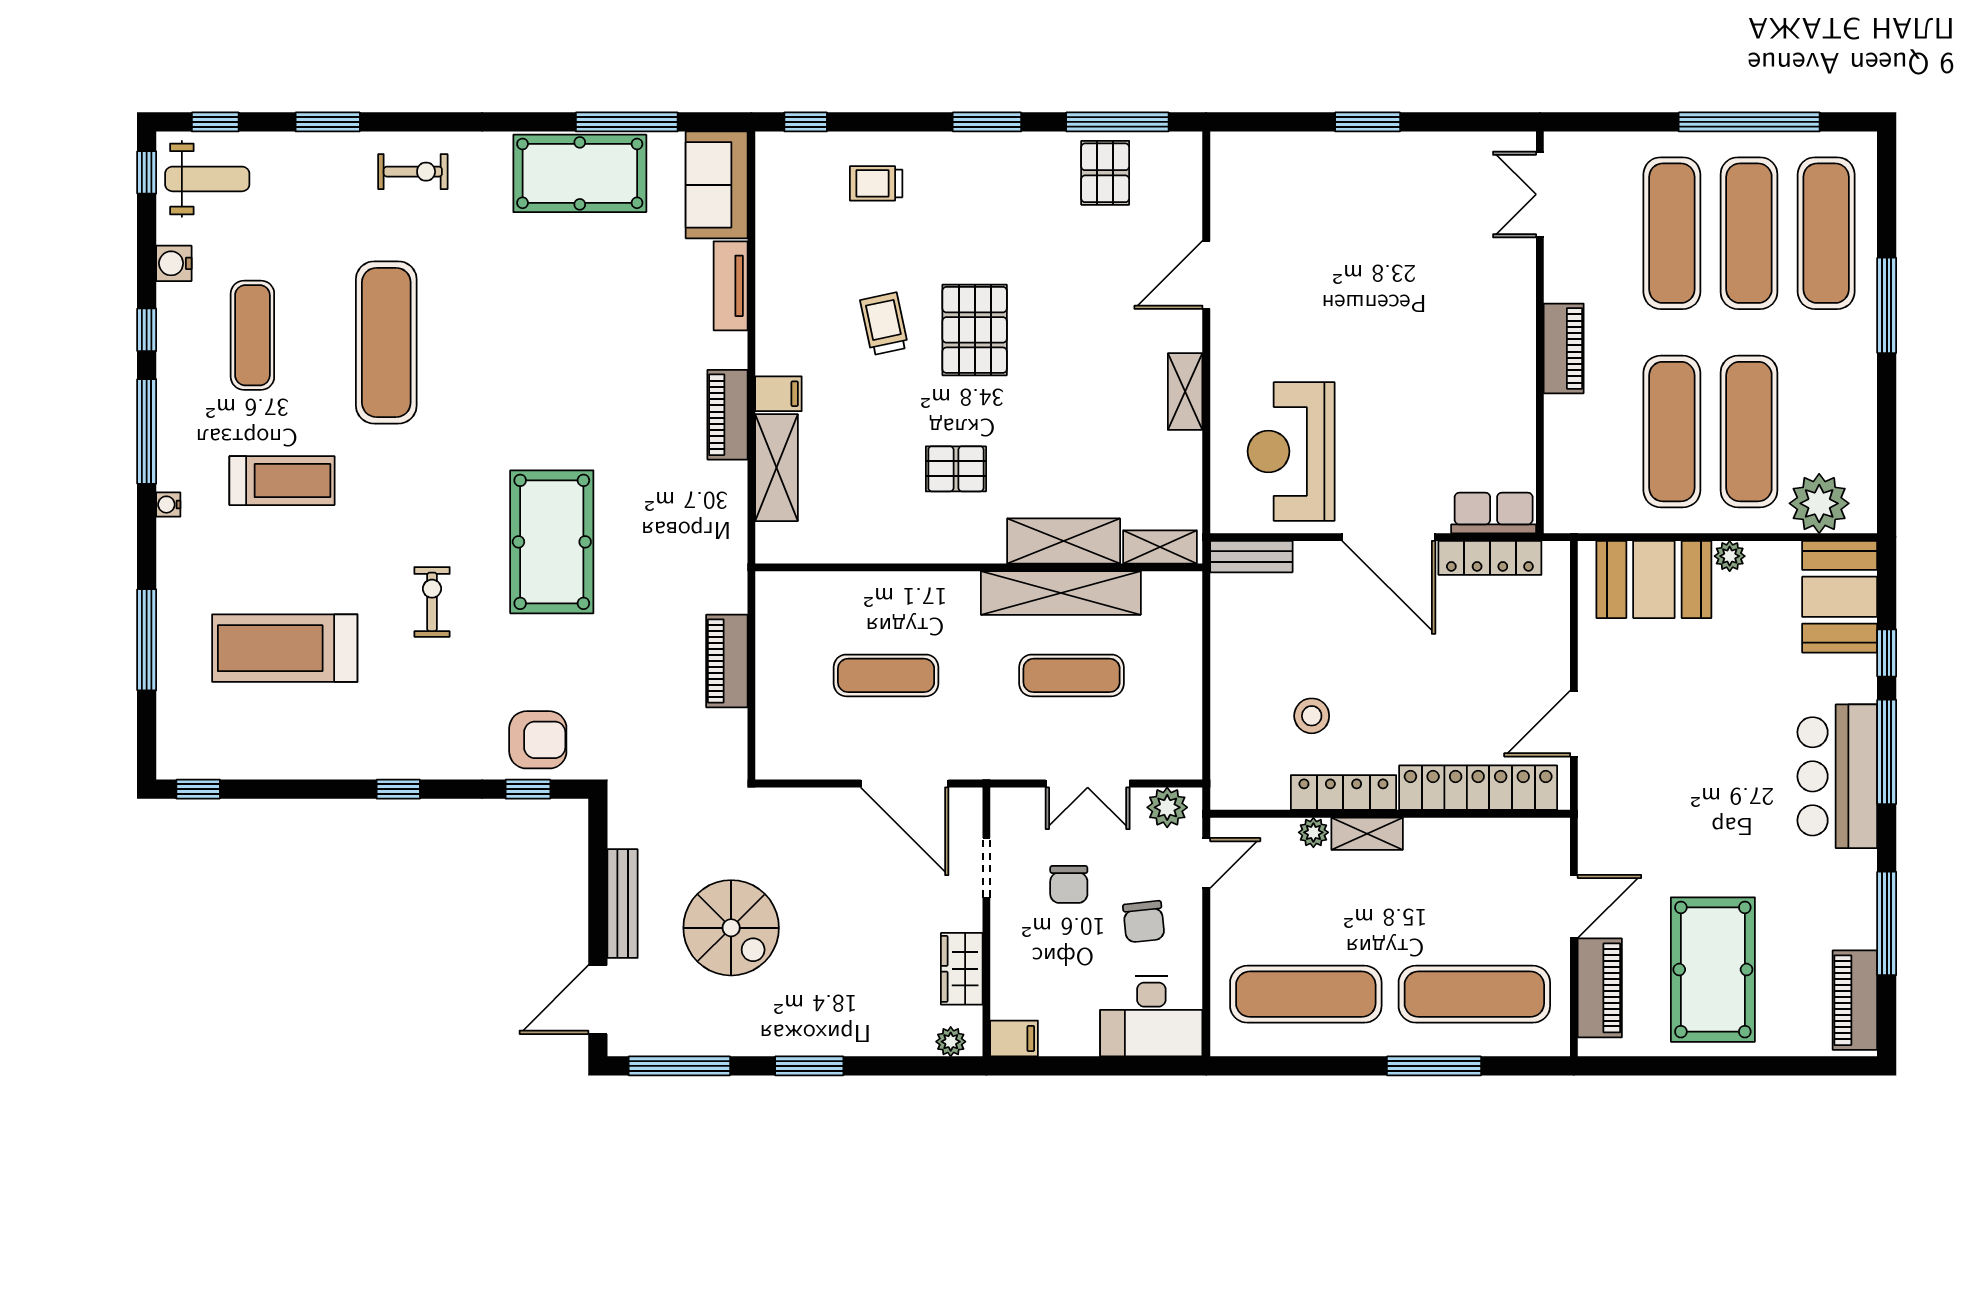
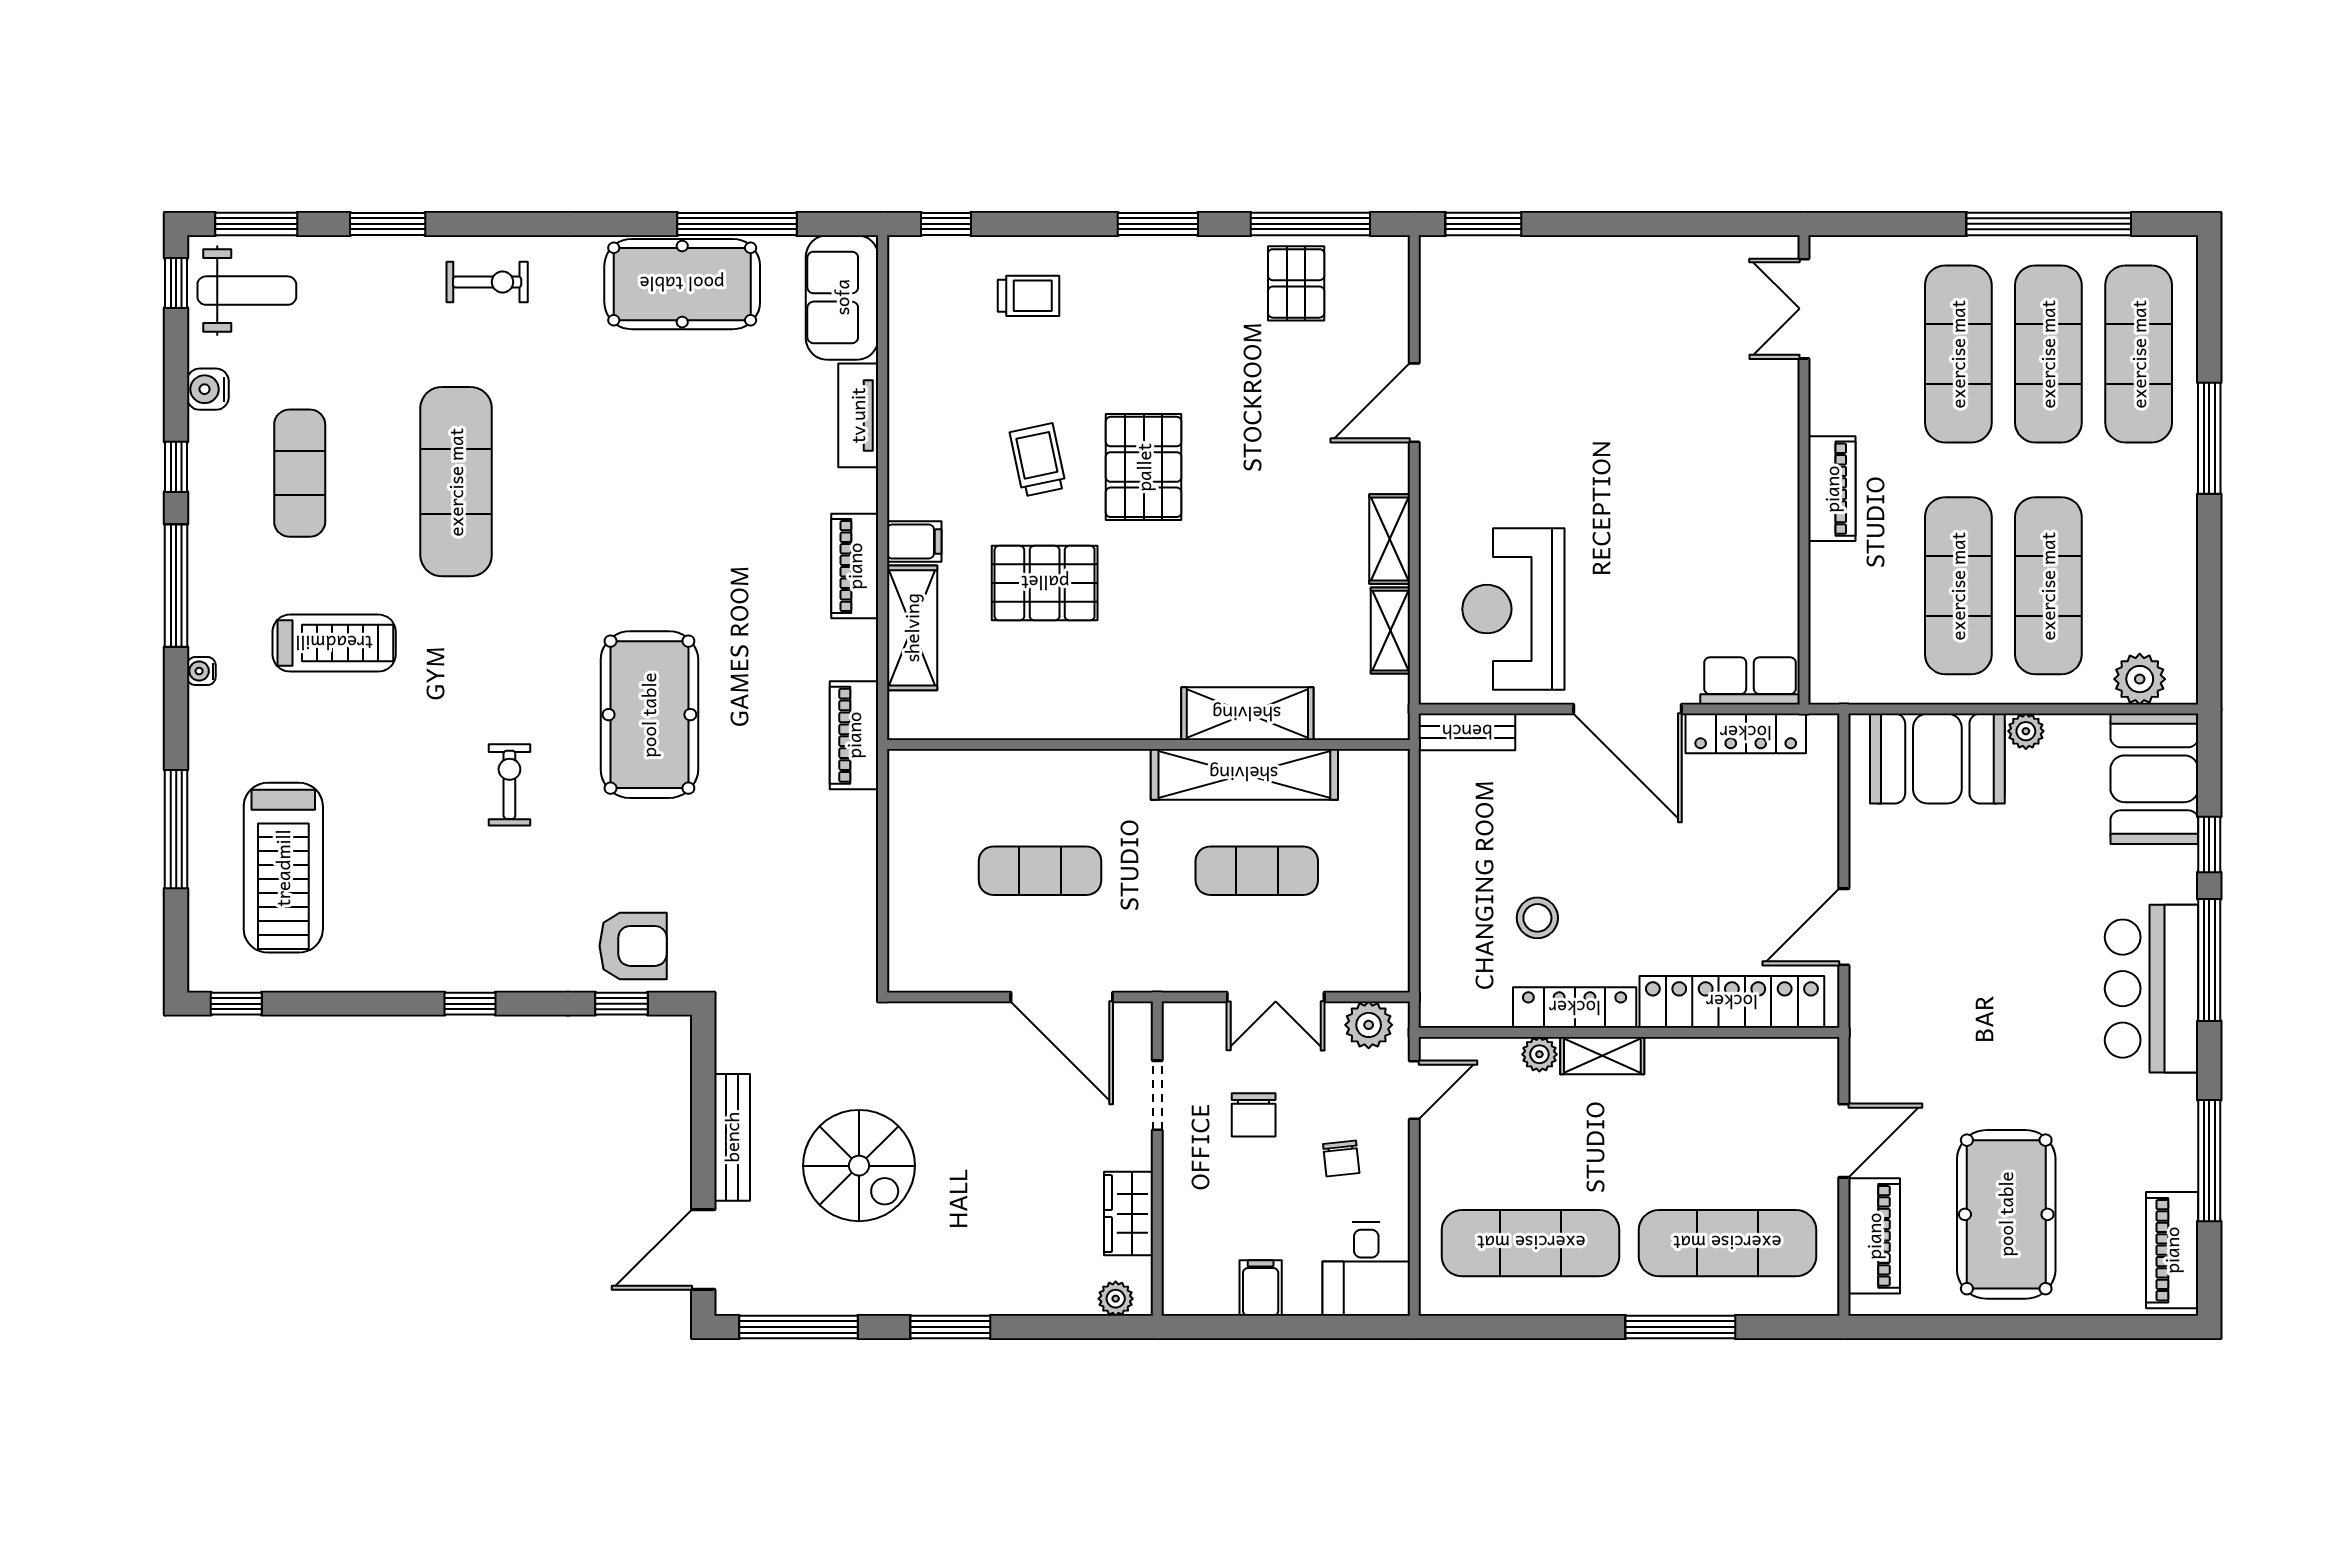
window: (215, 122) -> (256, 224), width x1.50
window: (1368, 122) -> (1483, 224), moved
trolley: (876, 183) -> (1028, 296), turned 180
pallet: (956, 469) -> (1045, 583), moved, width x1.50, depth x1.42
plant: (1819, 503) -> (2140, 679), width x0.73, depth x0.73
shelving: (1160, 547) -> (1390, 631), moved, turned 90
treadmill: (285, 648) -> (283, 868), moved, turned -90
piano: (727, 661) -> (854, 735), moved
chair: (1144, 922) -> (1341, 1158), width x0.73, depth x0.73
desk: (1151, 1016) -> (1366, 1269), width x0.73
filing cabinet: (1014, 1038) -> (1261, 1288), moved, turned -90

